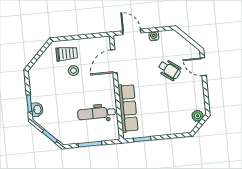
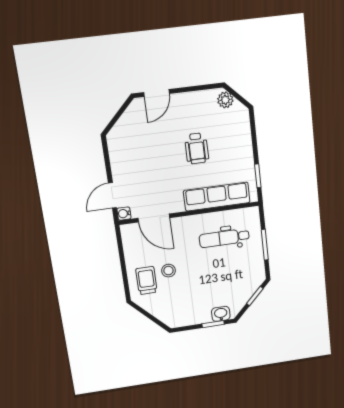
water cooler: (154, 36) -> (124, 214), moved
wheelchair: (169, 70) -> (197, 148), moved, turned 143
dental chair: (96, 113) -> (224, 238), turned 90

